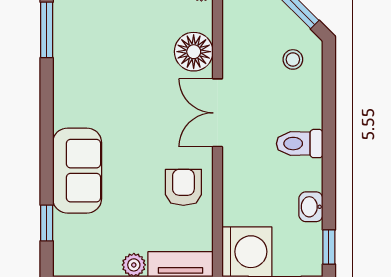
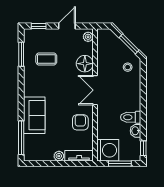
coffee table: (105, 41) -> (46, 59), added
toilet: (300, 144) -> (131, 117), moved
window: (47, 223) -> (21, 138), width x2.17

